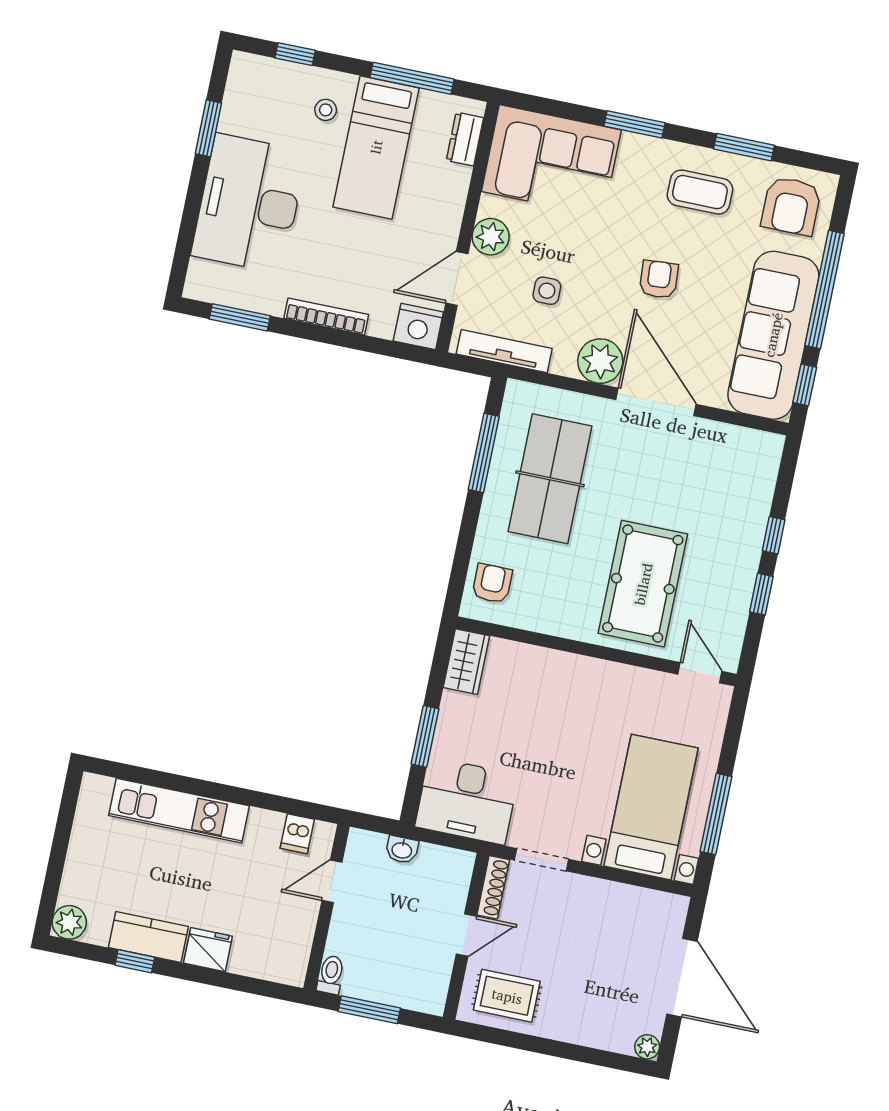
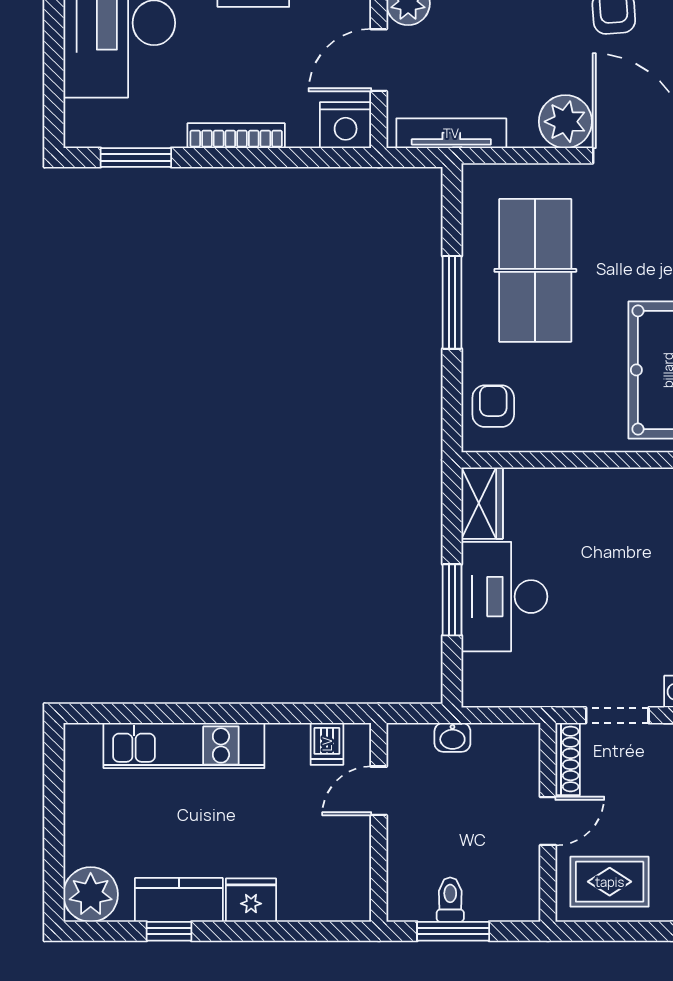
side table: (547, 291) -> (486, 53), removed
window: (484, 453) -> (452, 302), moved
desk: (467, 801) -> (504, 597), moved, turned 90
plant: (69, 922) -> (91, 894), width x1.36, depth x1.36
toilet: (331, 975) -> (450, 900), moved

